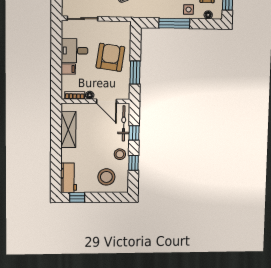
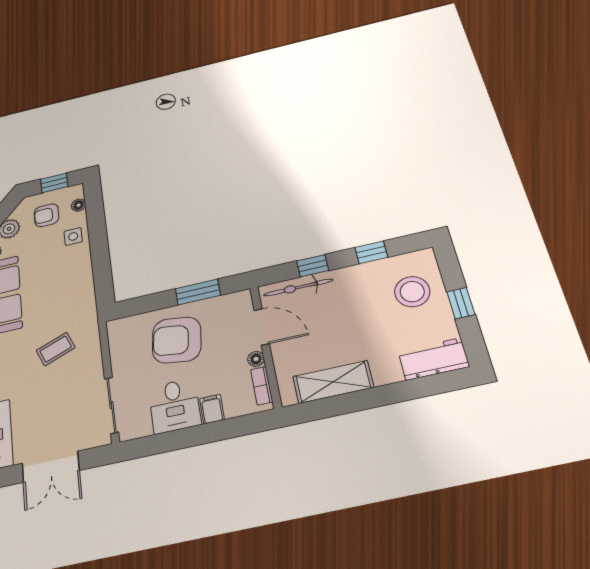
window: (174, 23) -> (100, 252), removed
door: (106, 101) -> (262, 327), hinge flipped
stool: (120, 154) -> (360, 279), removed
window: (77, 197) -> (461, 303), moved

